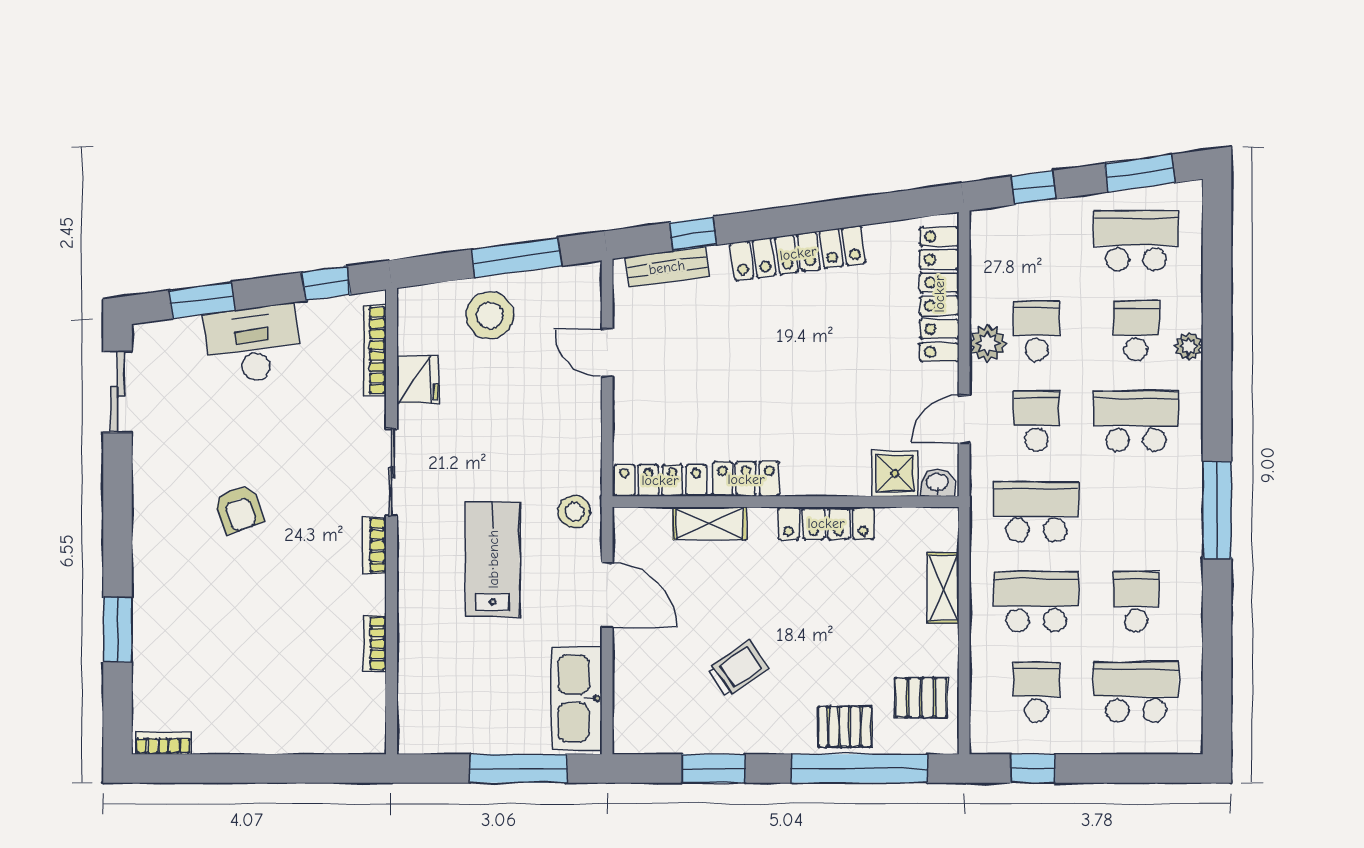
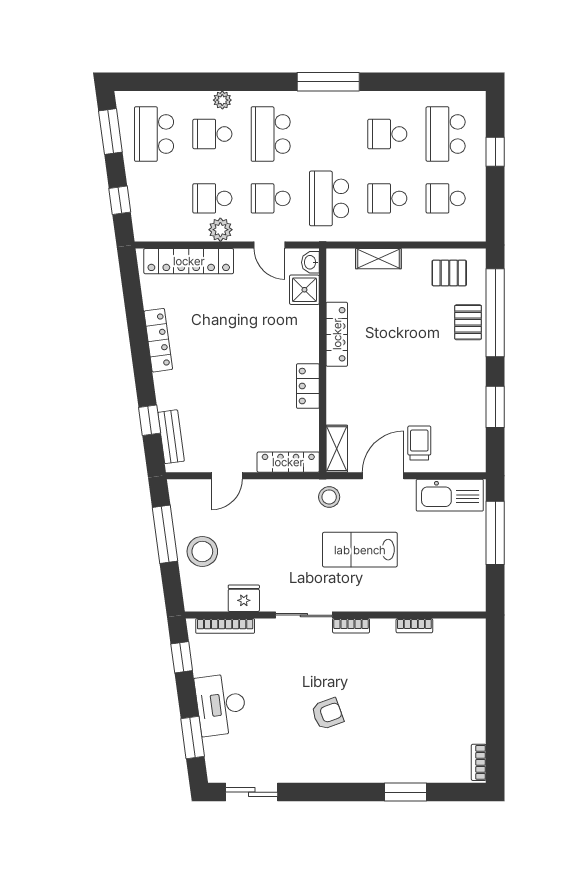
locker: (798, 253) -> (158, 340), width x0.71, depth x0.83
locker: (660, 480) -> (288, 462), moved, turned 90
shelving: (710, 523) -> (337, 449), moved
school desk: (1036, 602) -> (387, 198), width x0.54
trolley: (738, 669) -> (419, 443), moved, turned 35
pallet: (921, 697) -> (449, 273), turned 90
window: (1033, 769) -> (495, 152), moved

